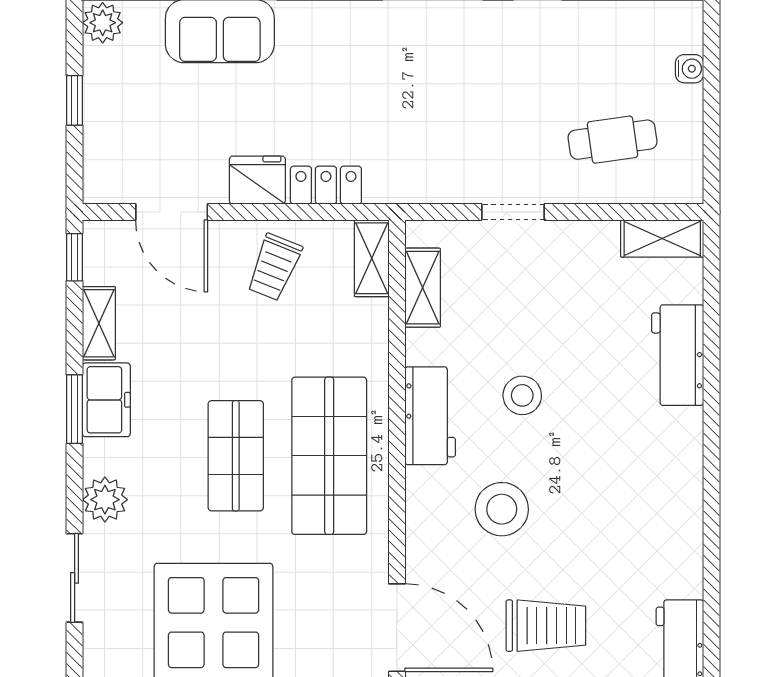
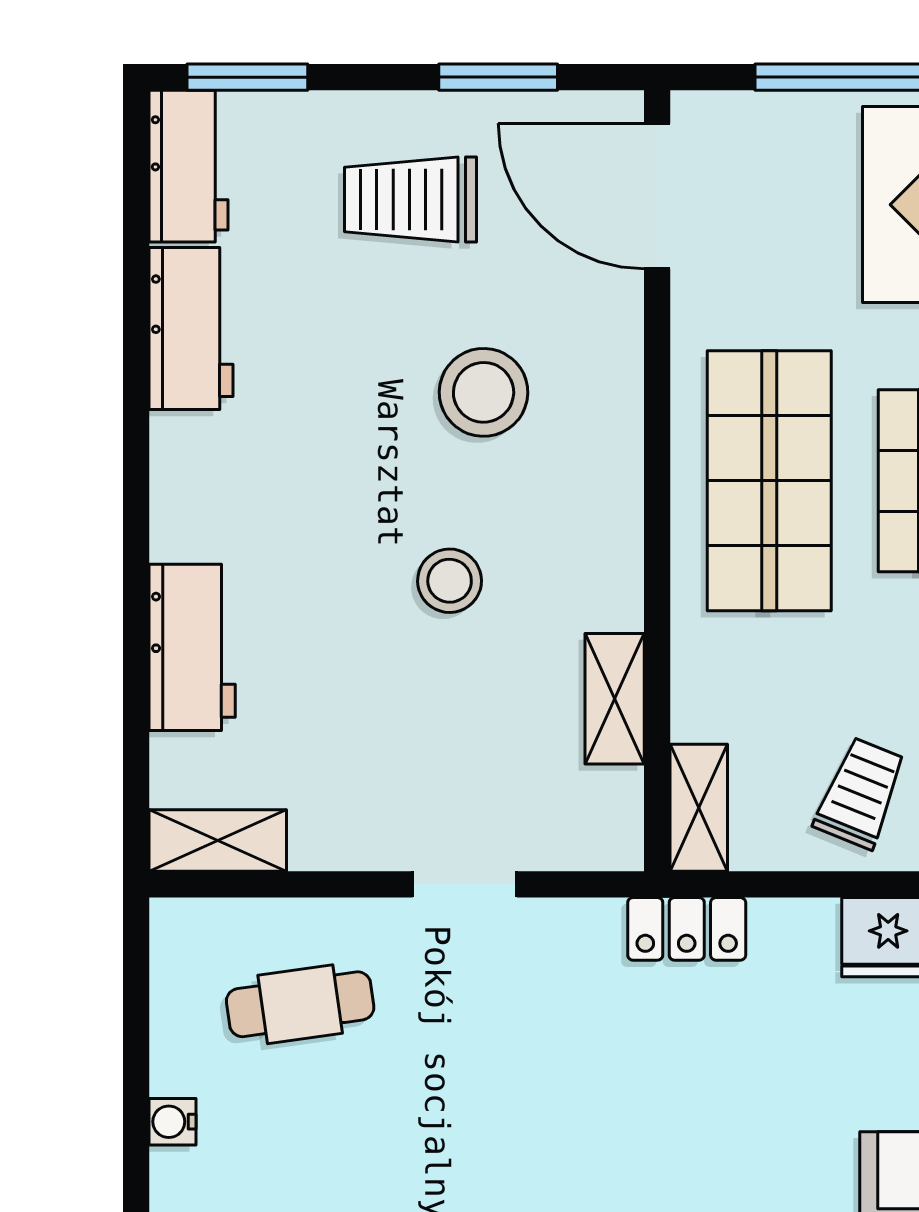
locker: (326, 185) -> (687, 929), moved
shelving: (423, 288) -> (615, 699), moved
workbench: (430, 416) -> (191, 328), moved, turned 180

